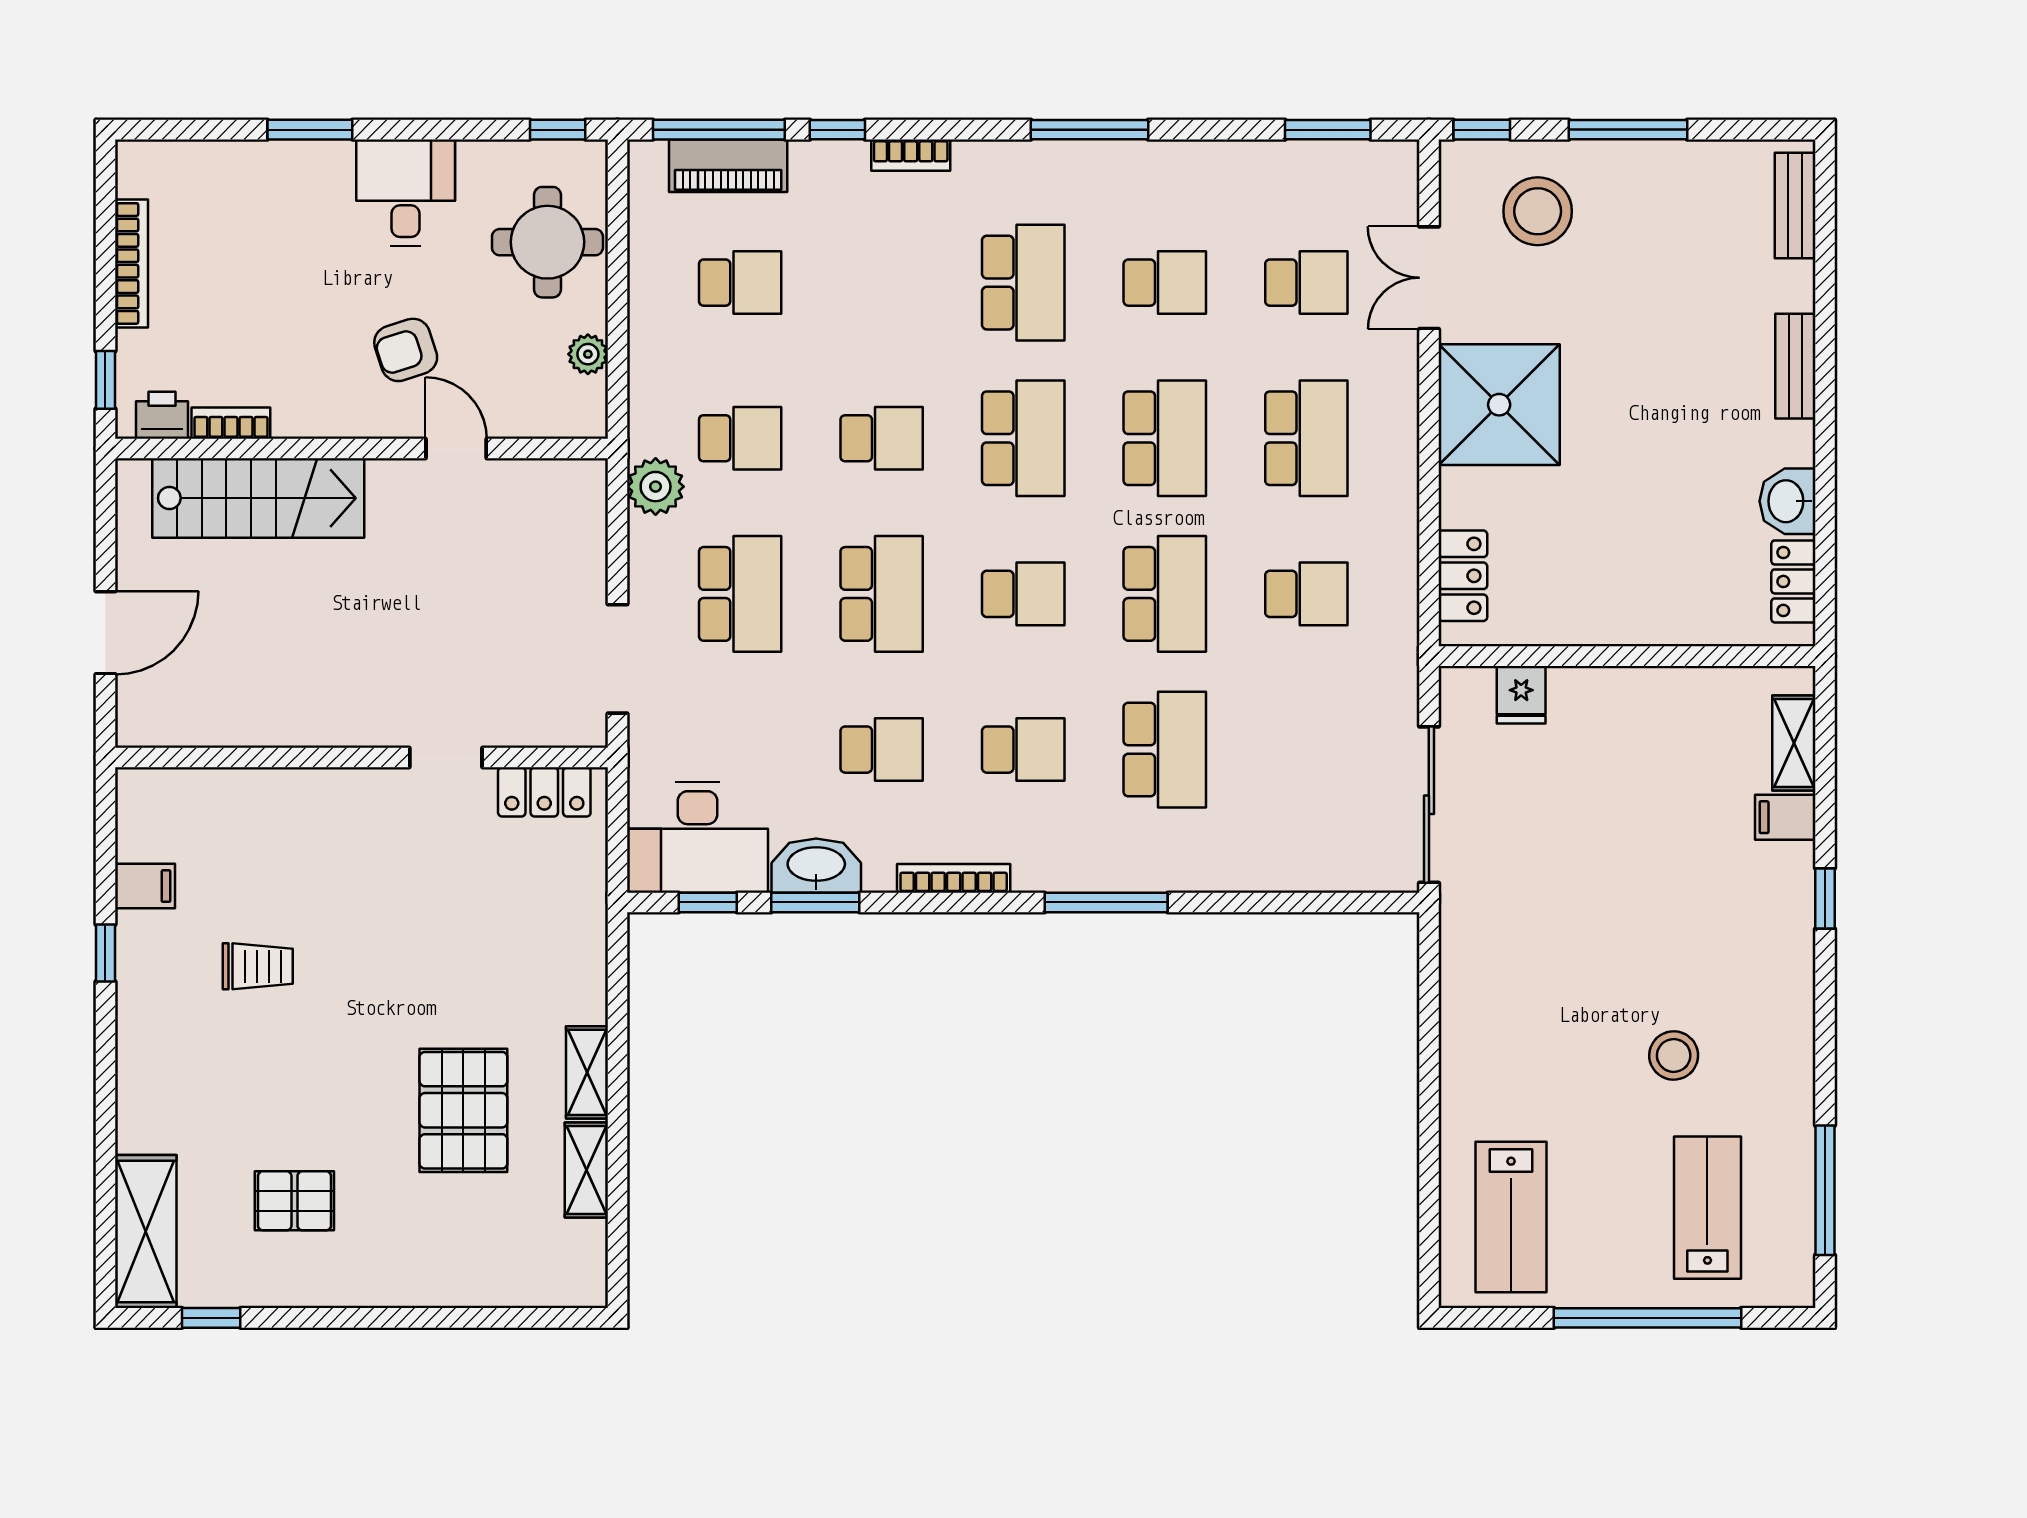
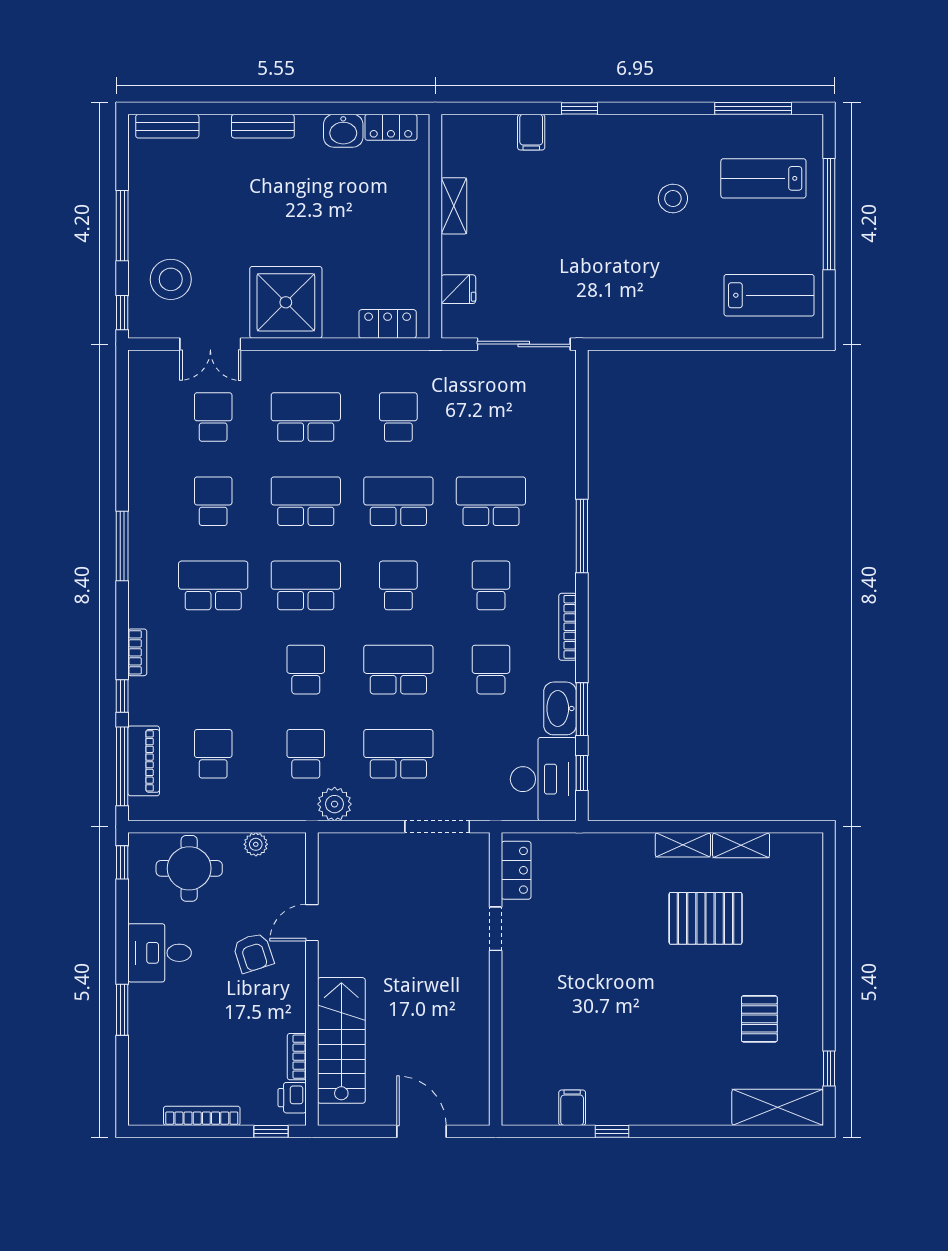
window: (1328, 130) -> (122, 404), removed
shelving: (1794, 743) -> (454, 206), moved, turned 90
trolley: (258, 966) -> (620, 1041), removed

